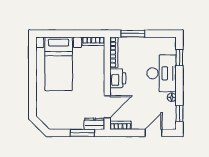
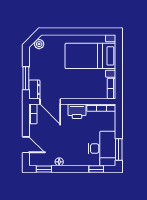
window: (133, 34) -> (119, 149), moved
desk: (162, 73) -> (102, 149), moved, turned -90
plant: (46, 119) -> (39, 44), added

